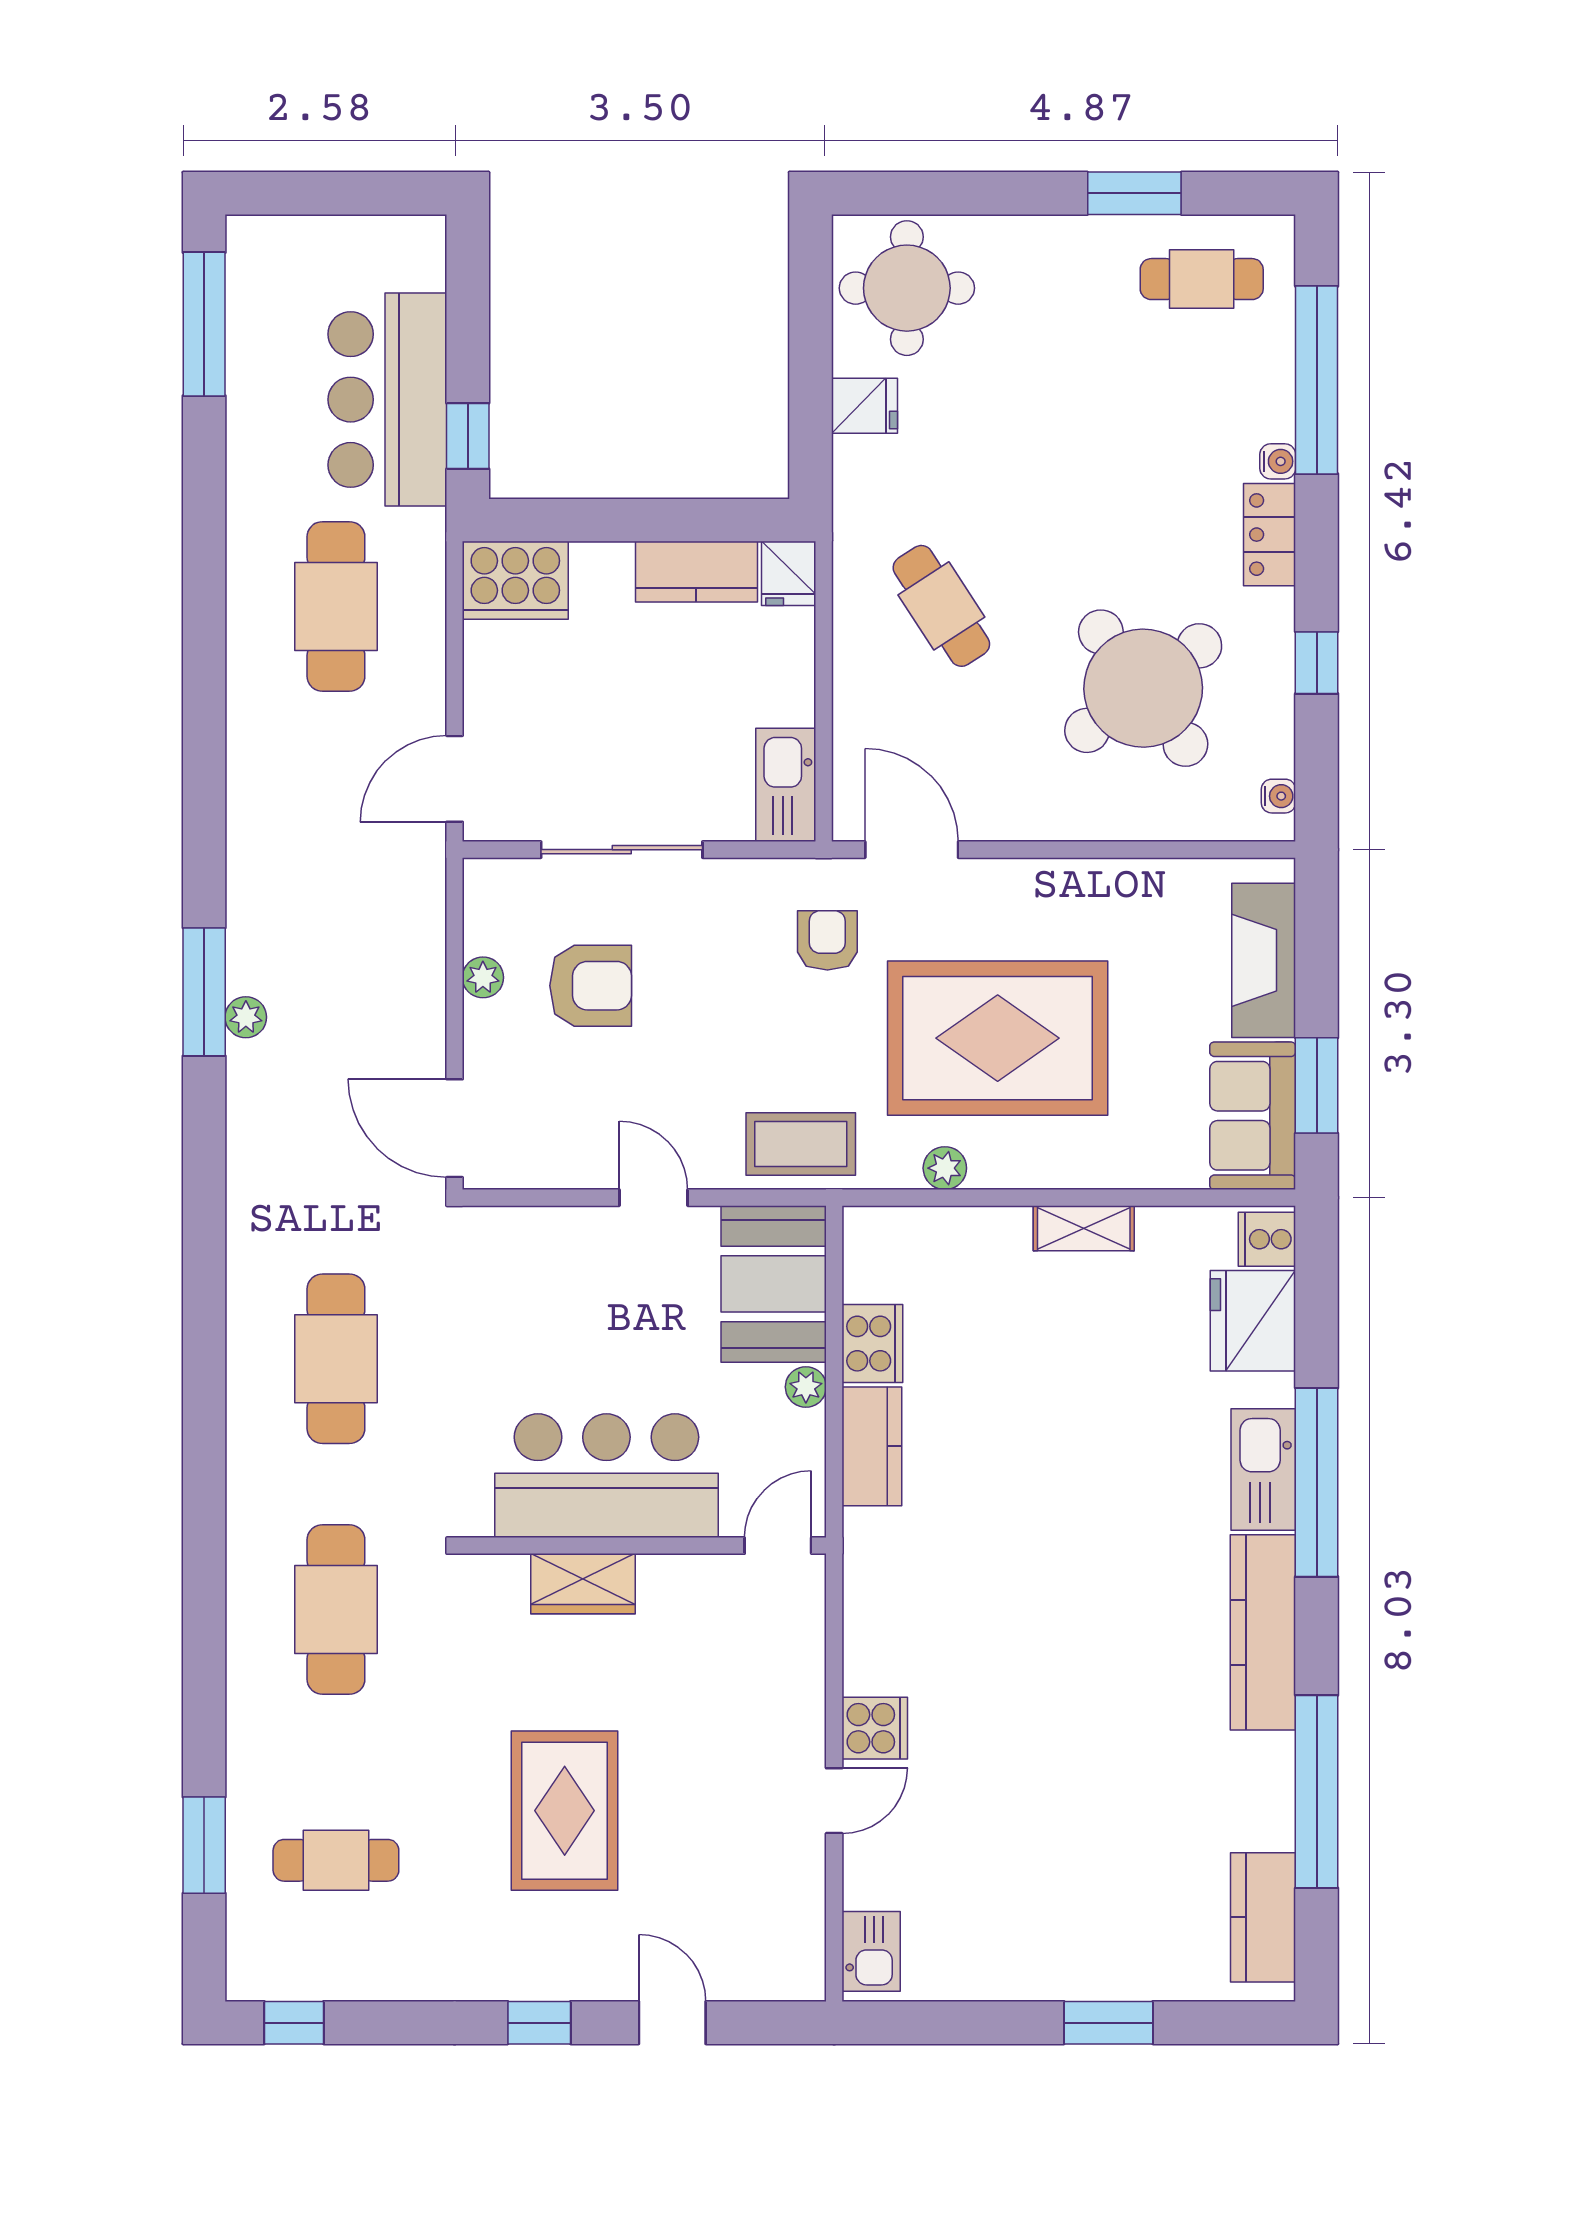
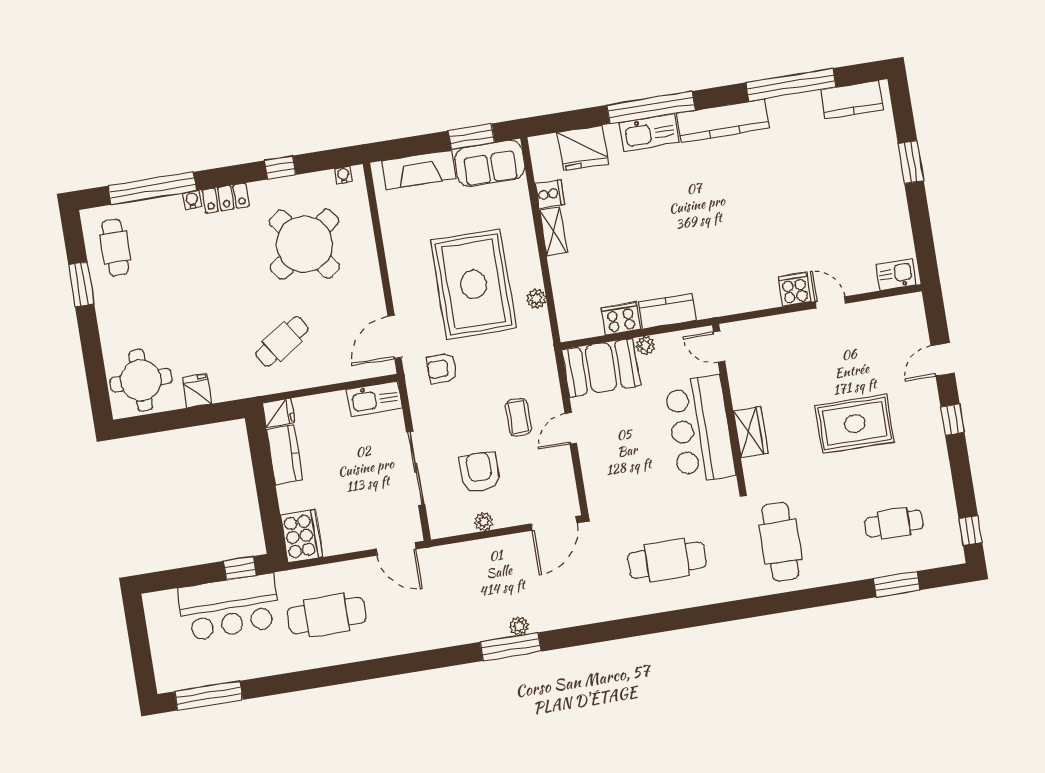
coffee table: (801, 1144) -> (518, 417), moved, width x0.73, depth x0.77
cooker: (1267, 1239) -> (550, 194), moved, turned -90
cafe table: (336, 1610) -> (780, 542), turned 90
cafe table: (336, 1860) -> (894, 523), turned 90

